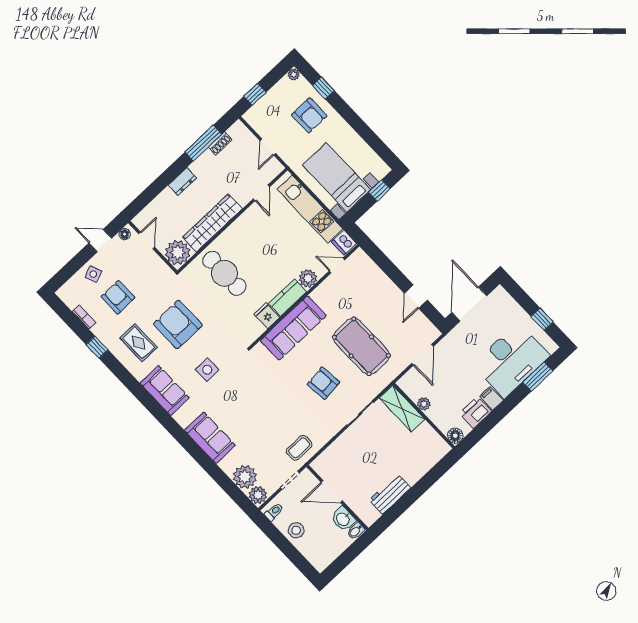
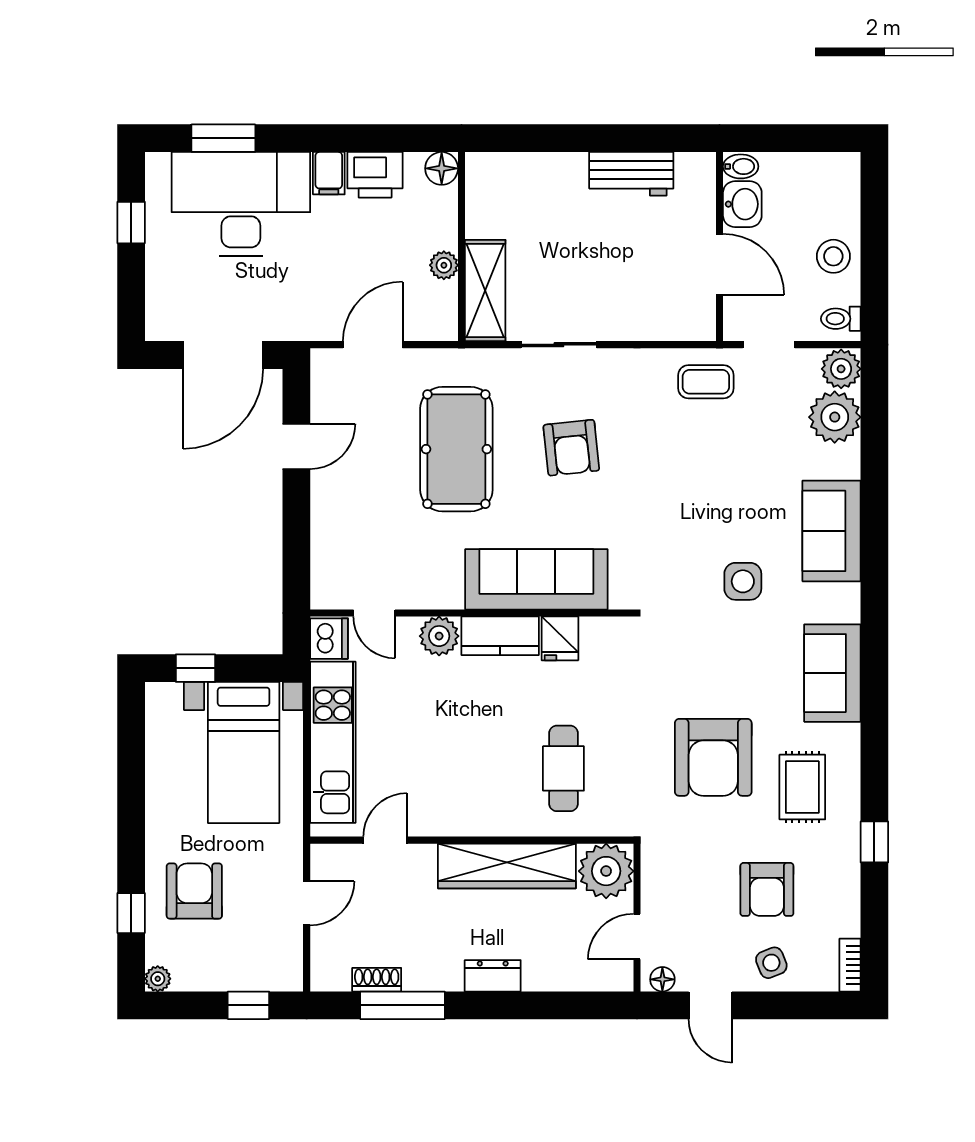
cafe table: (224, 273) -> (563, 768), width x0.73, depth x0.74
bookcase: (84, 317) -> (850, 965), moved
side table: (207, 370) -> (743, 581), moved

